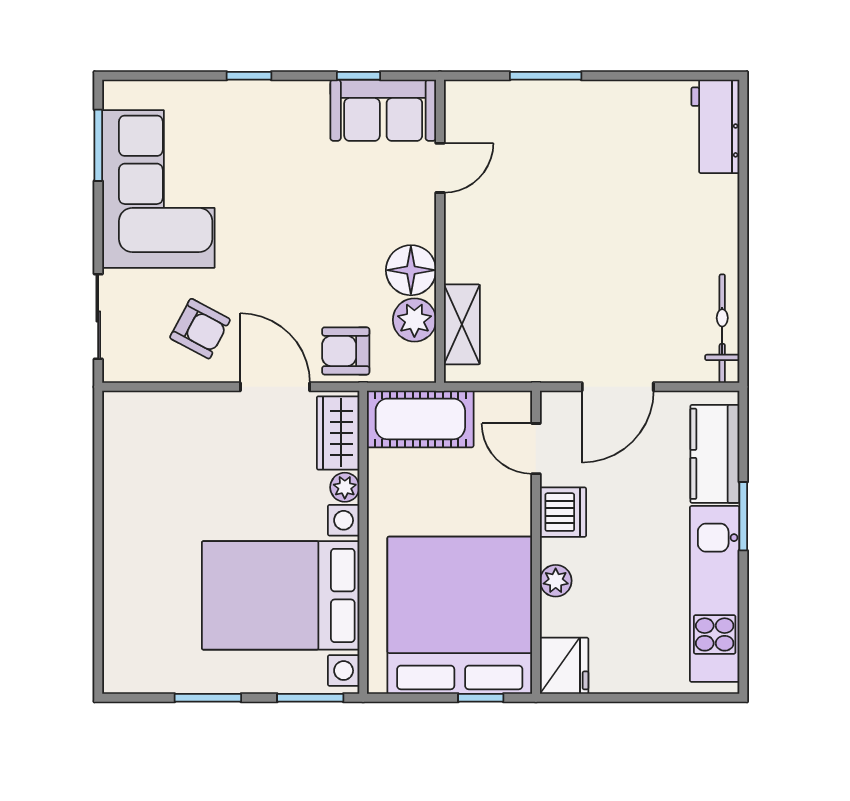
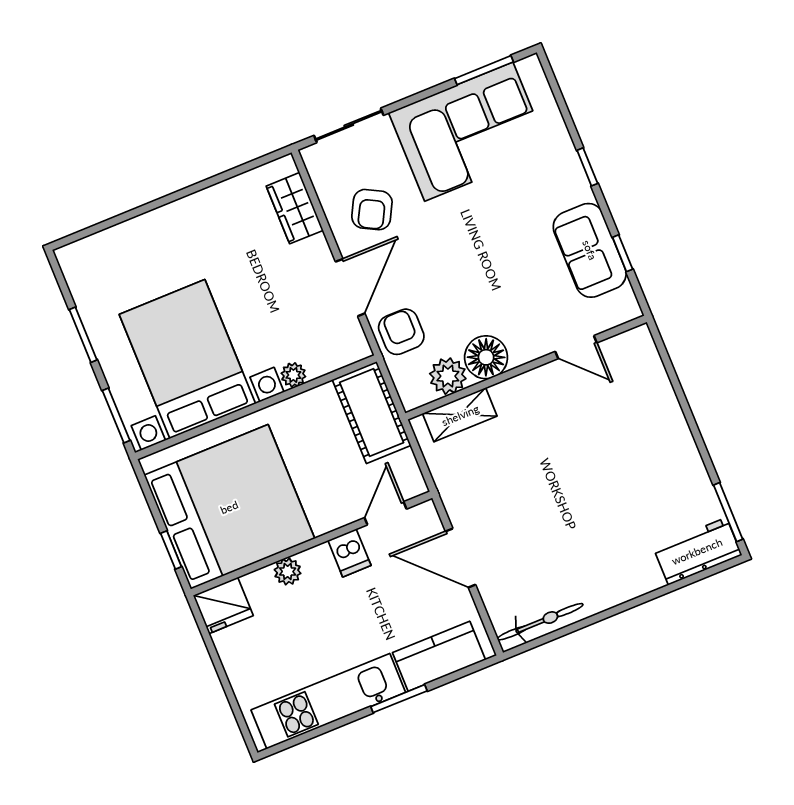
window: (546, 76) -> (728, 512), moved
sofa: (383, 110) -> (590, 250), moved
wardrobe: (338, 433) -> (295, 208), moved, turned -90
dishwasher: (563, 512) -> (349, 553), width x0.73

